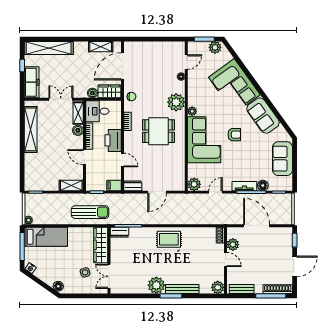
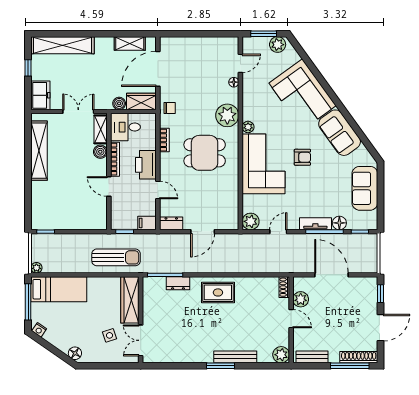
freezer: (32, 82) -> (40, 95), width x0.71
shelving: (71, 185) -> (92, 223), removed
dresser: (119, 232) -> (178, 283), moved
plant: (156, 285) -> (202, 352), removed

